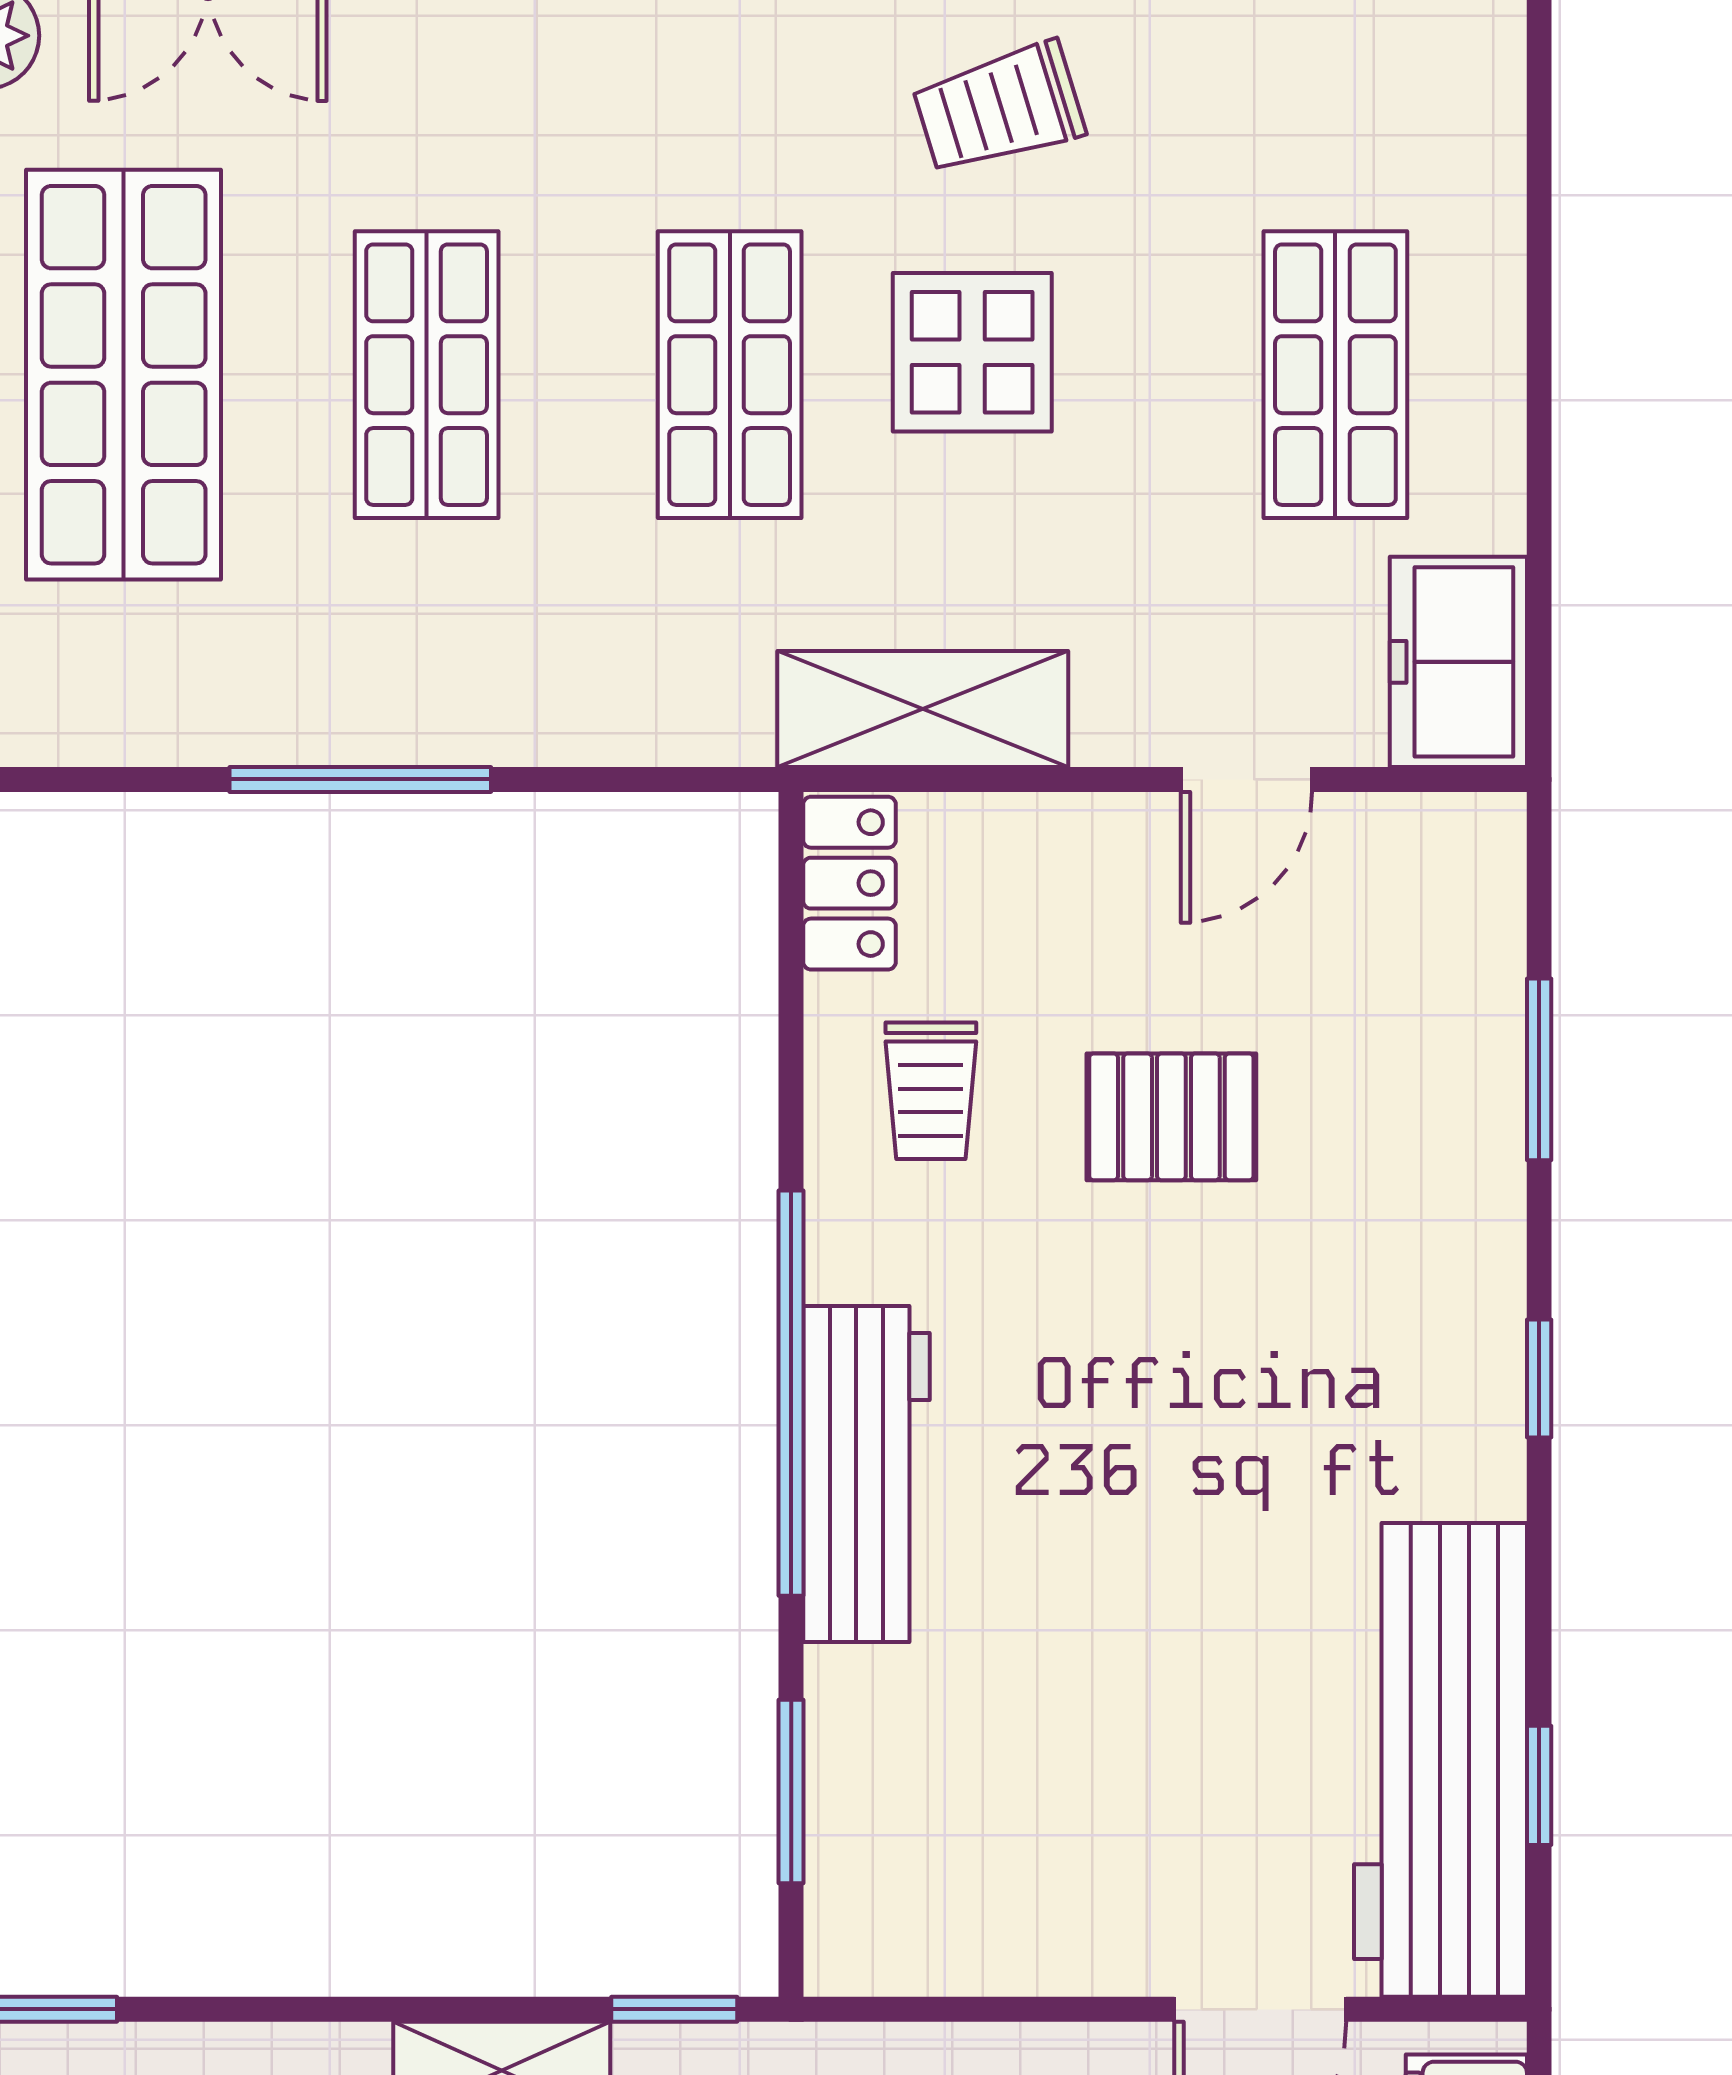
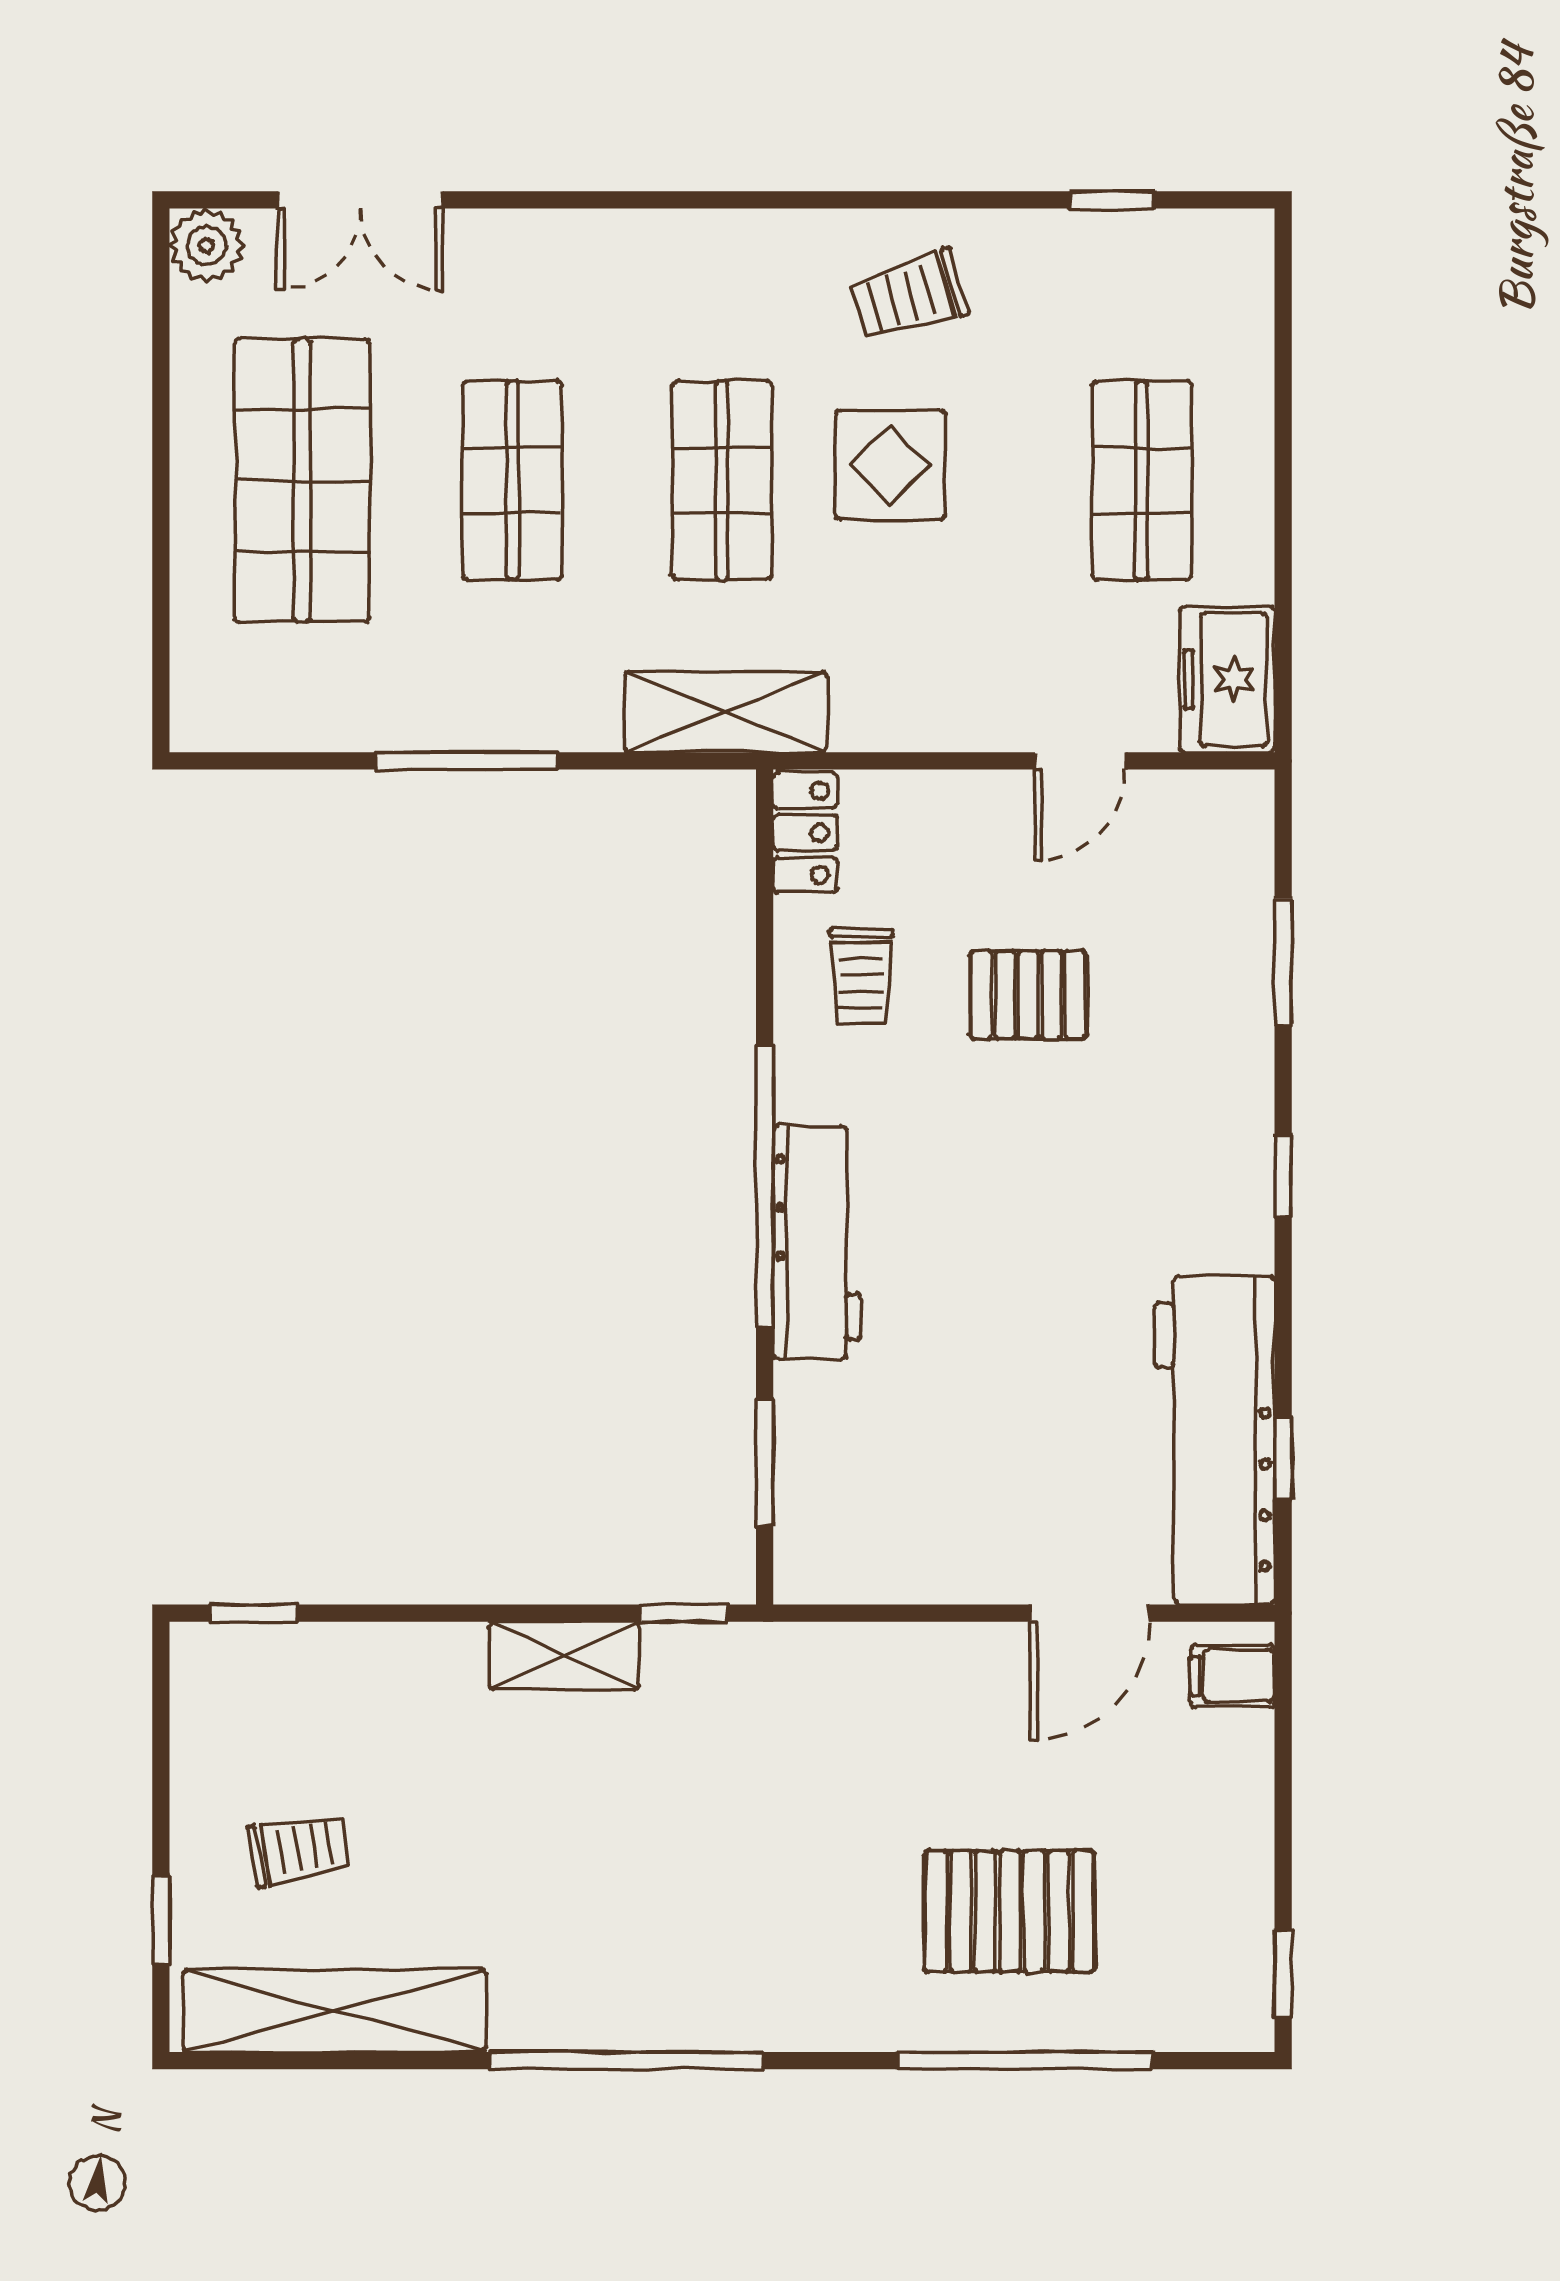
shelving: (923, 709) -> (726, 712), moved

